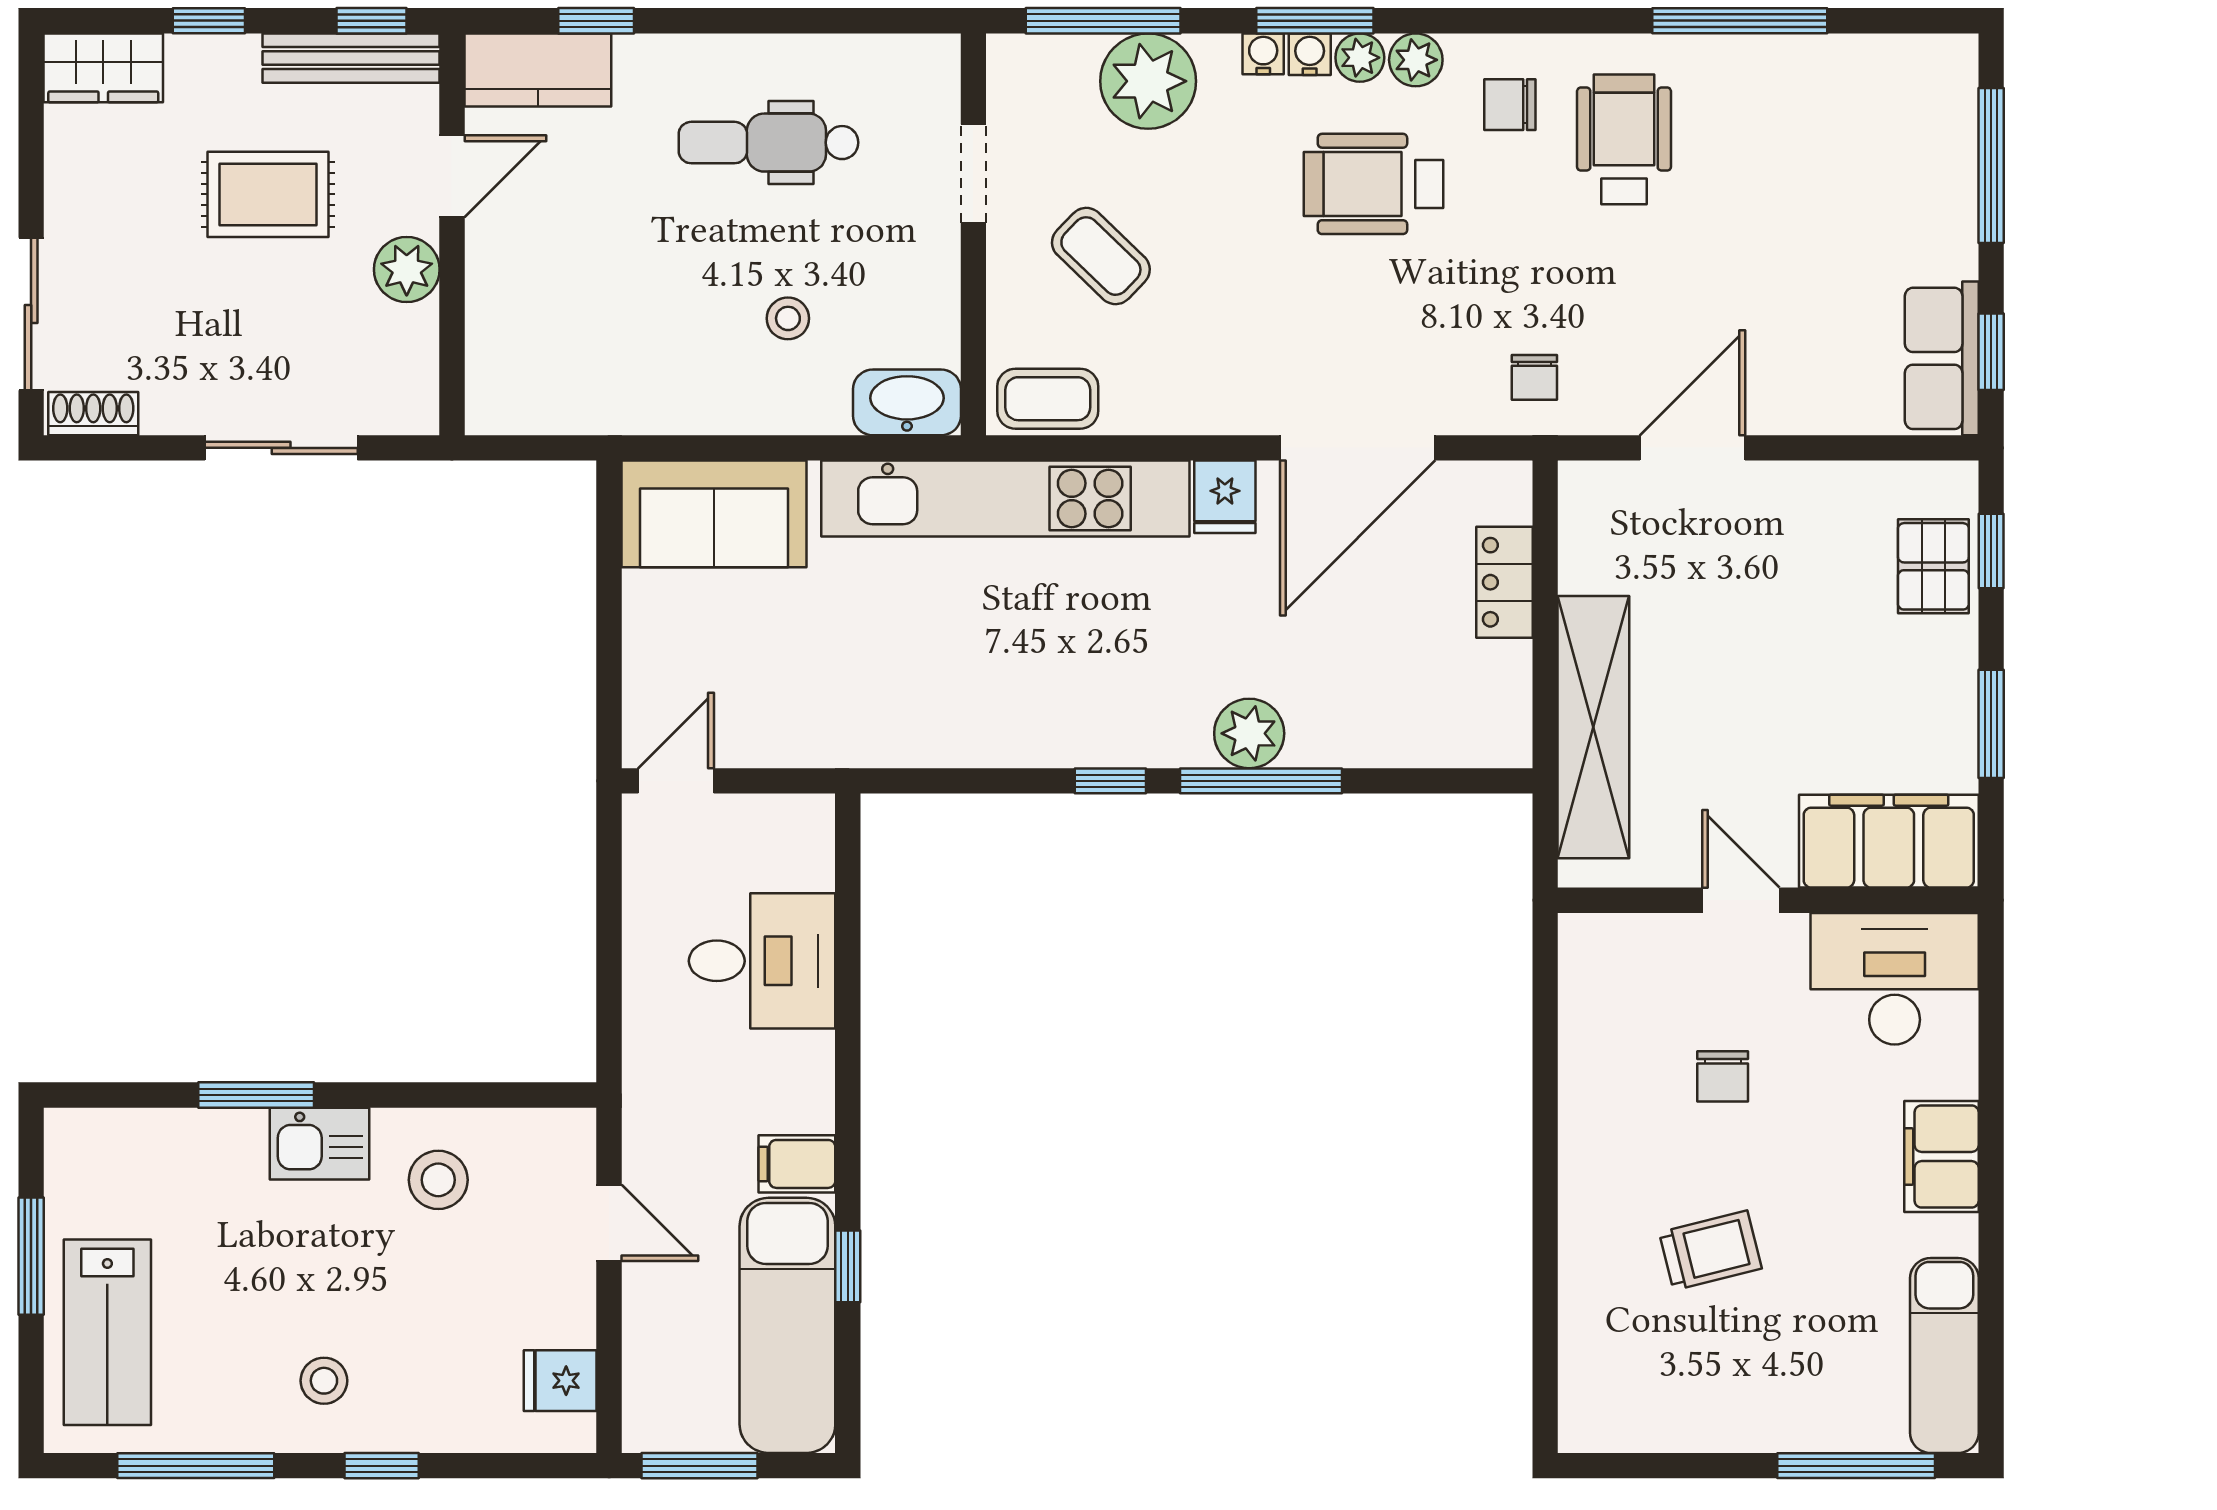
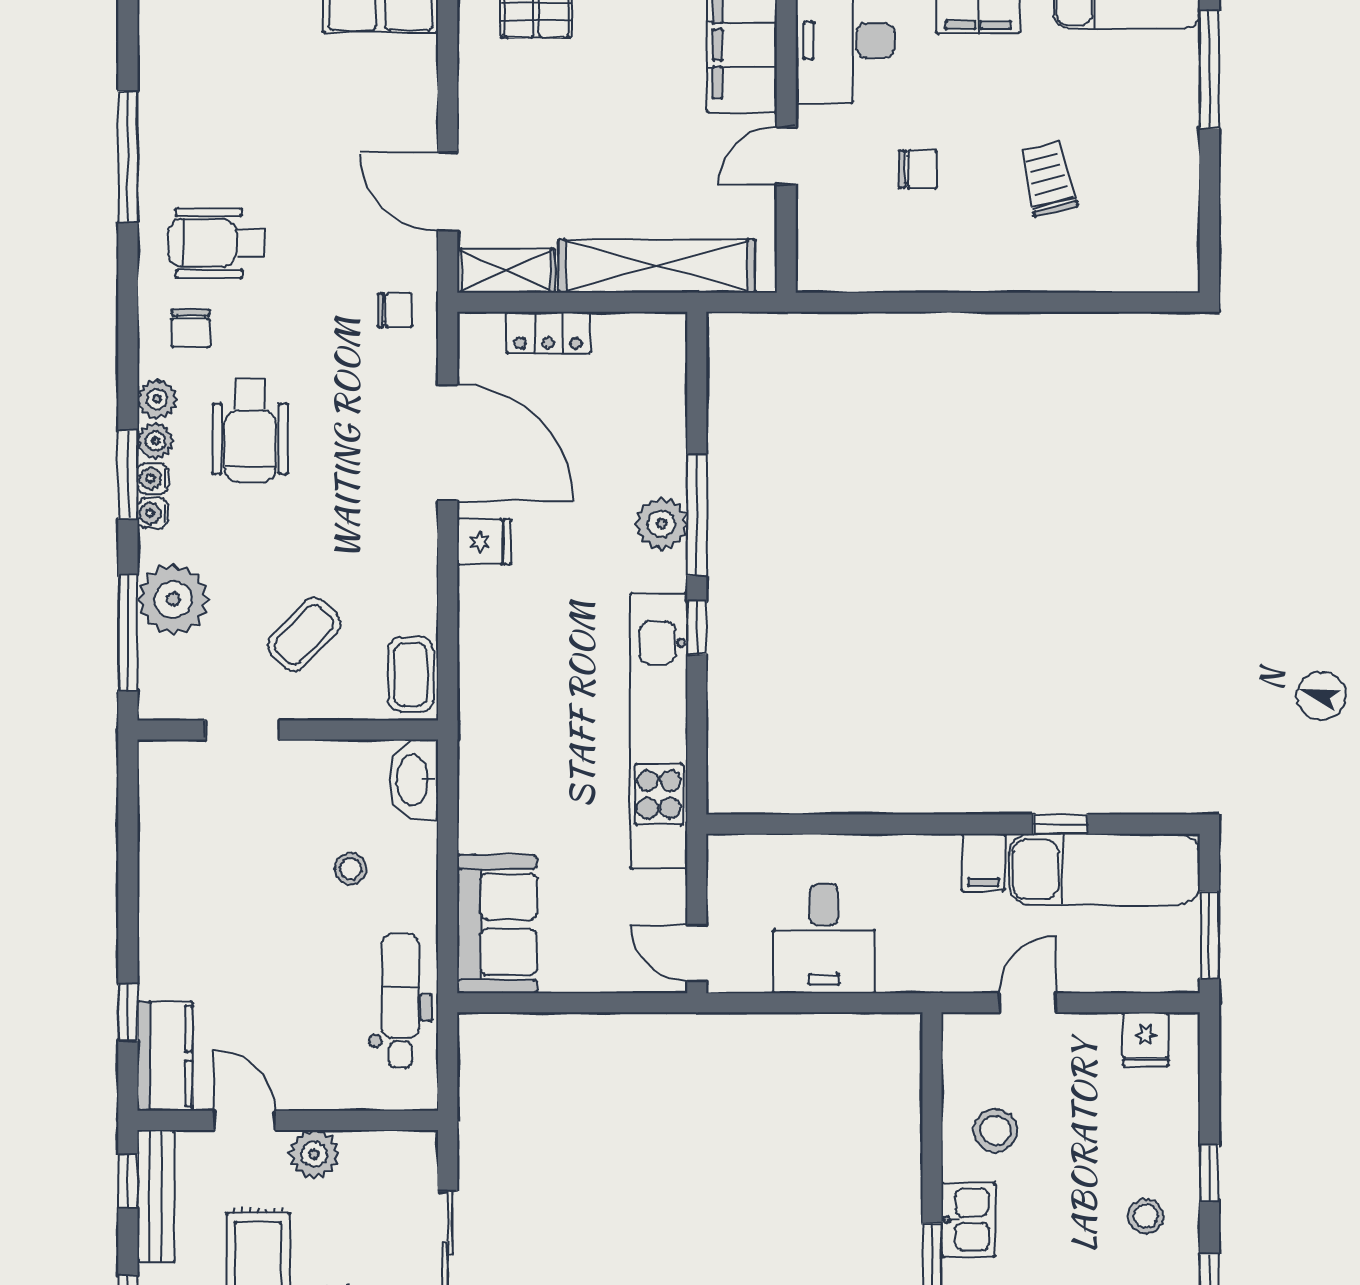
dental chair: (769, 143) -> (400, 1001), moved, turned 180
kitchen unit: (1005, 499) -> (659, 731), moved, turned 180
shelving: (1587, 526) -> (506, 271), added
desk: (762, 961) -> (824, 939), moved, turned 180

